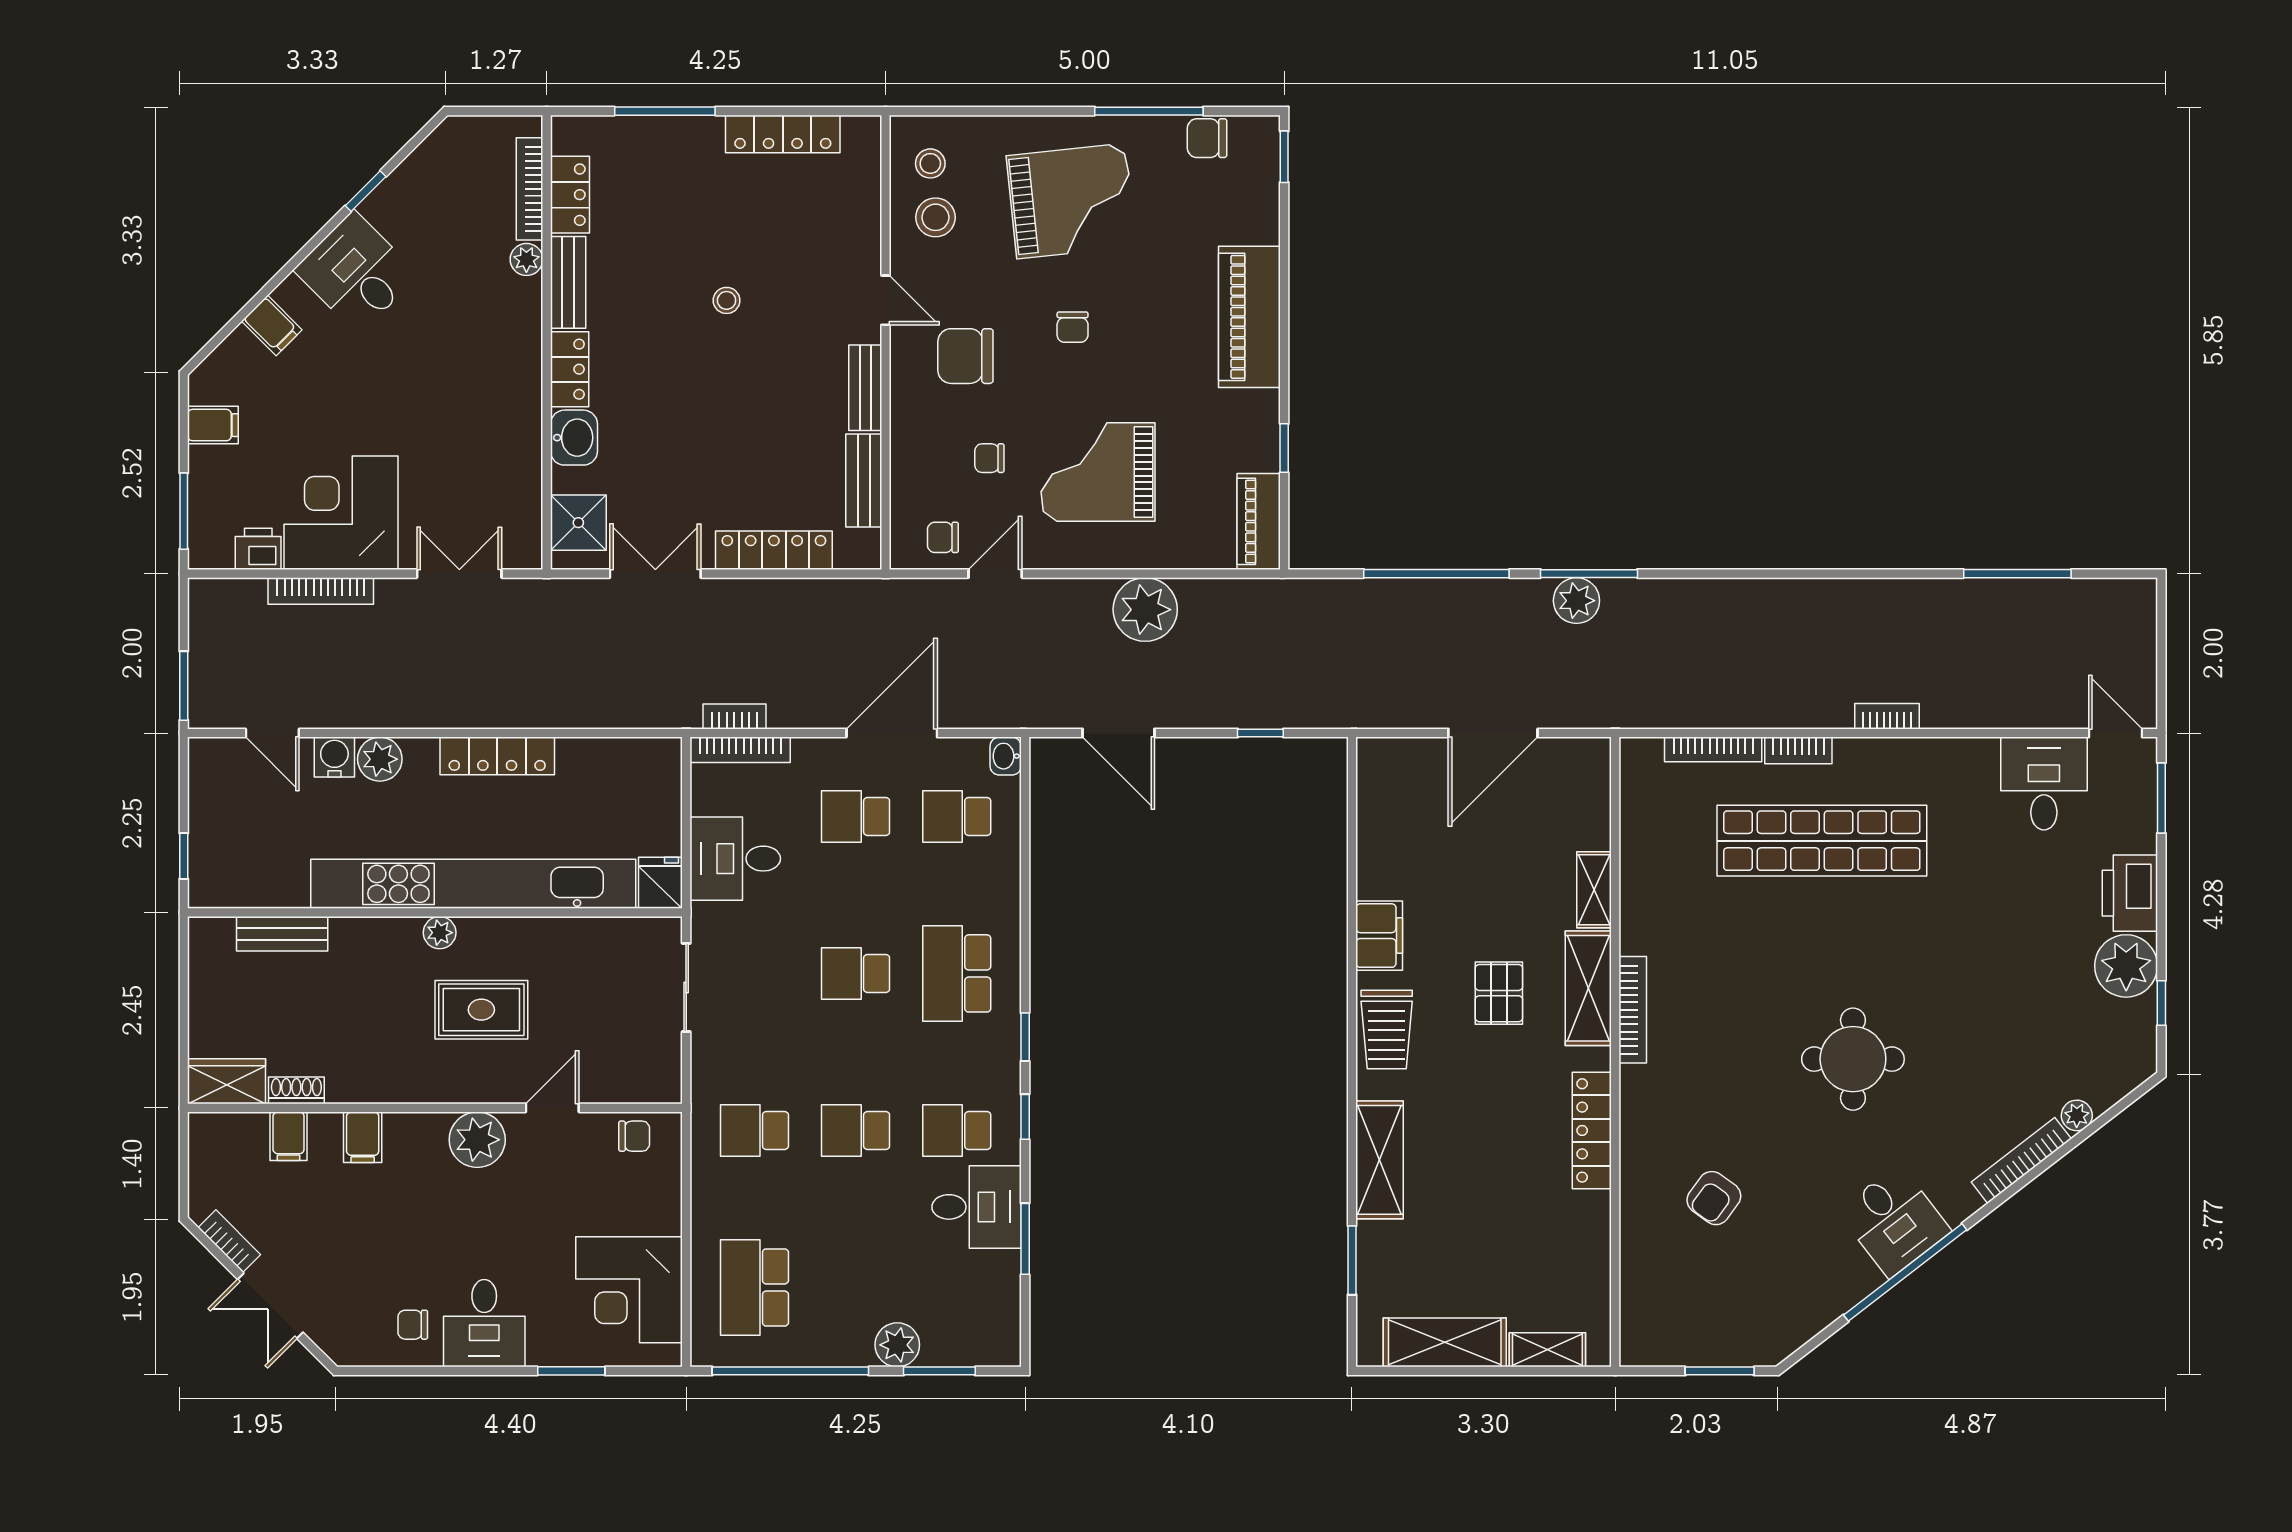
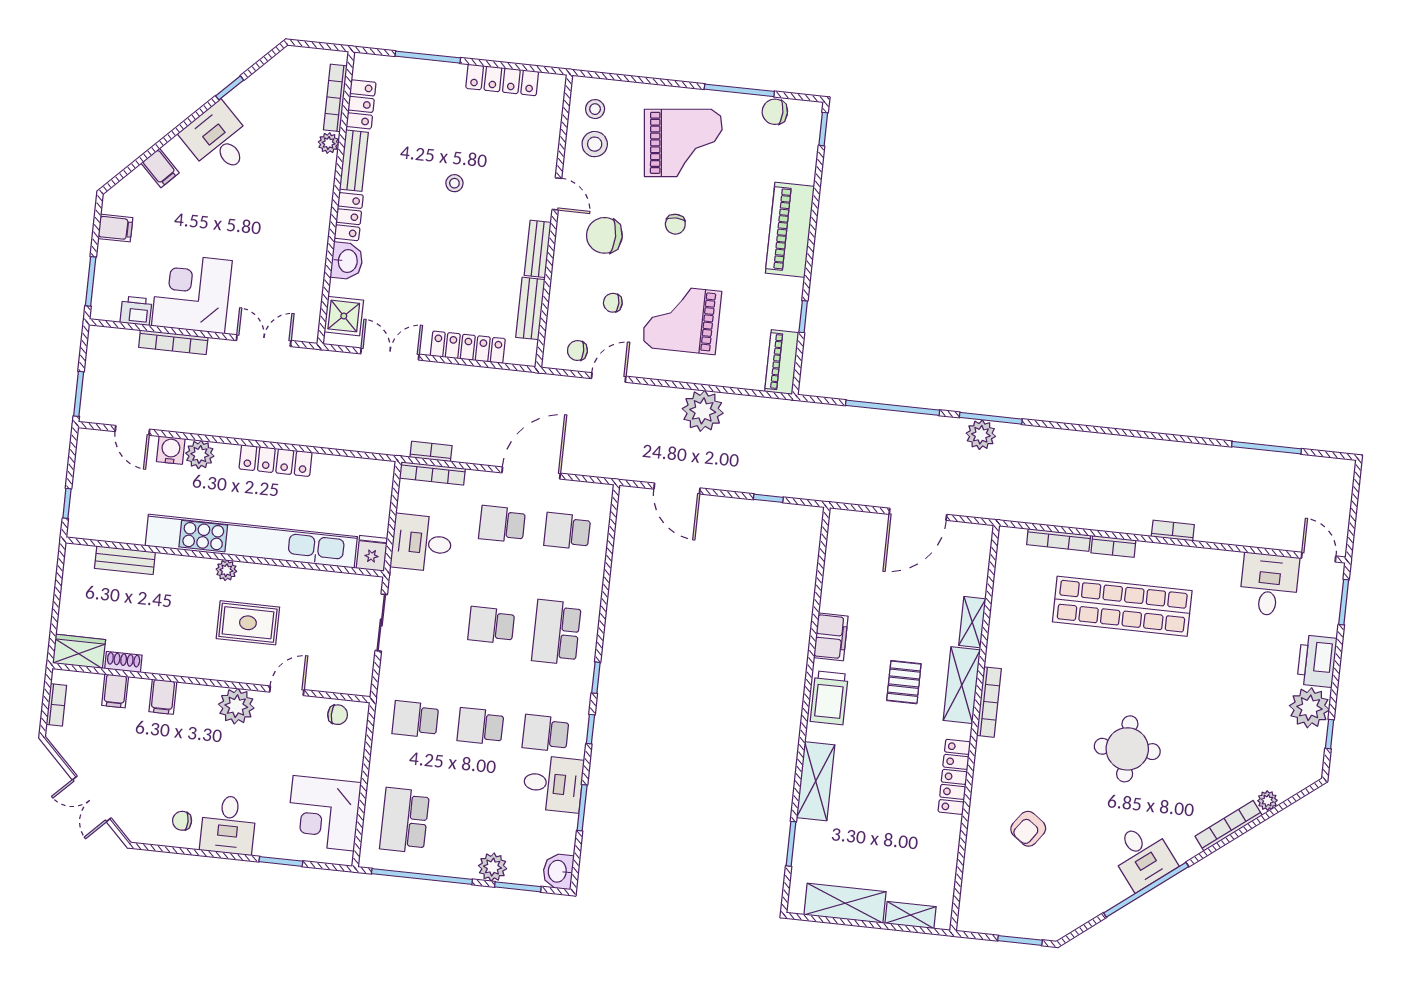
washbasin: (1006, 756) -> (558, 871), moved, width x1.38, depth x1.45
bookcase: (229, 1241) -> (56, 705), moved, turned 45

